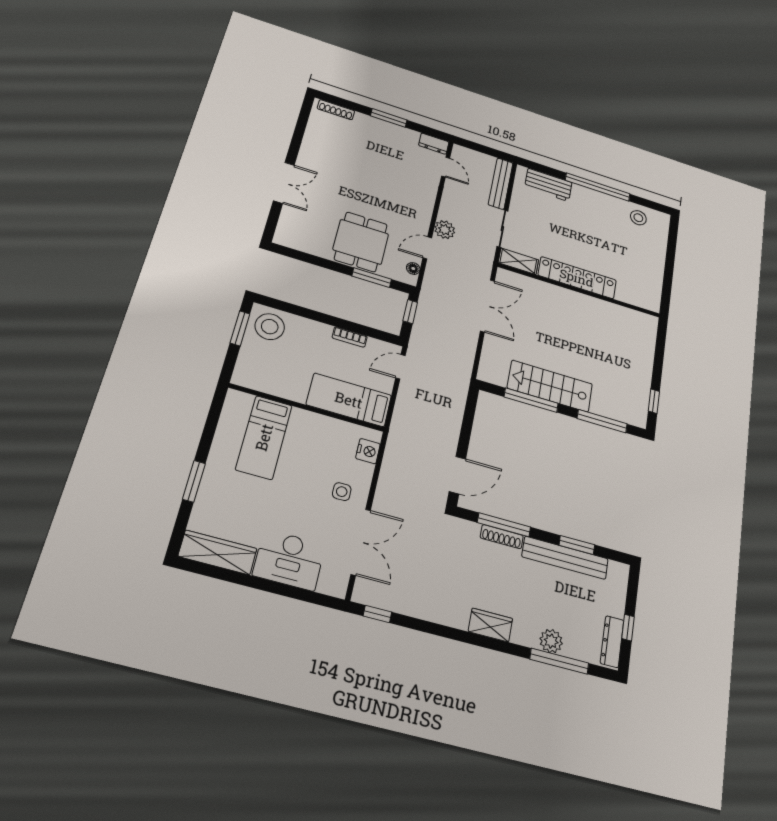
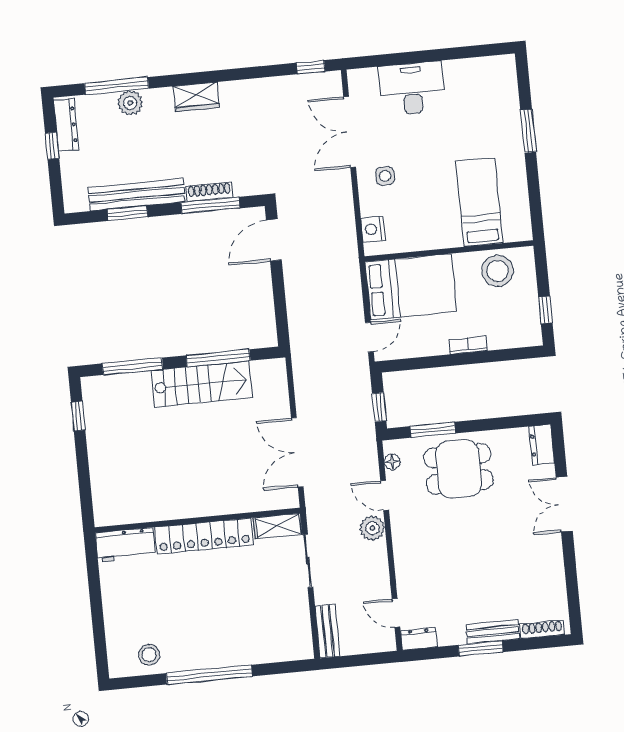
bench: (375, 124) -> (493, 632), added
bench: (501, 184) -> (327, 631), width x0.73
workbench: (548, 185) -> (125, 545), moved, turned 180
dresser: (285, 231) -> (542, 445), added
dining table: (361, 242) -> (459, 469), turned 90
door: (427, 248) -> (385, 495), swing flipped
stool: (270, 327) -> (498, 271), moved
window: (240, 328) -> (545, 310), width x0.67
bookcase: (350, 337) -> (468, 345), moved
bed: (349, 400) -> (411, 287), width x1.50
wardrobe: (218, 552) -> (480, 71), removed

